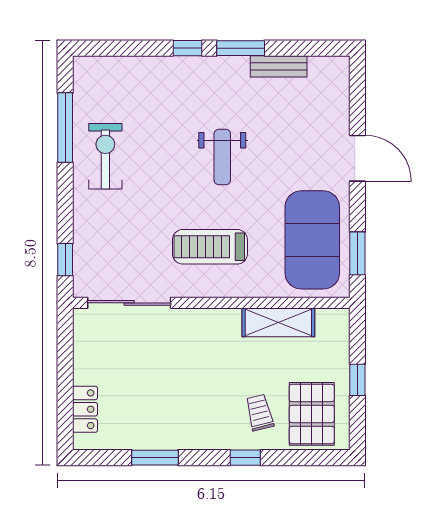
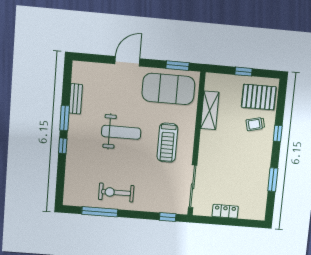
weight bench: (222, 157) -> (121, 132), width x1.36, depth x1.33
locker: (85, 409) -> (225, 211), moved

